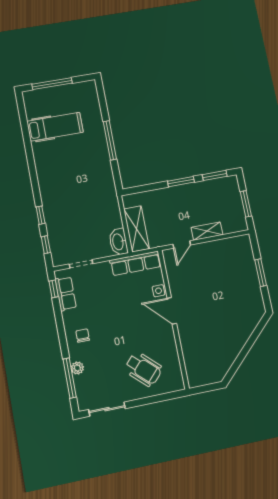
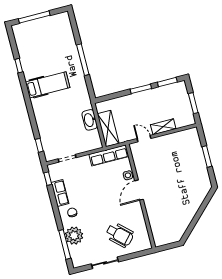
hospital bed: (55, 127) -> (48, 85), moved
window: (41, 215) -> (19, 66), moved
washbasin: (118, 242) -> (90, 120), moved
door: (182, 245) -> (144, 139), swing flipped
row of seats: (66, 294) -> (60, 193), moved
door: (172, 311) -> (139, 190), hinge flipped
plant: (77, 368) -> (74, 236), width x1.87, depth x1.87
sliding door: (107, 409) -> (105, 263), moved

